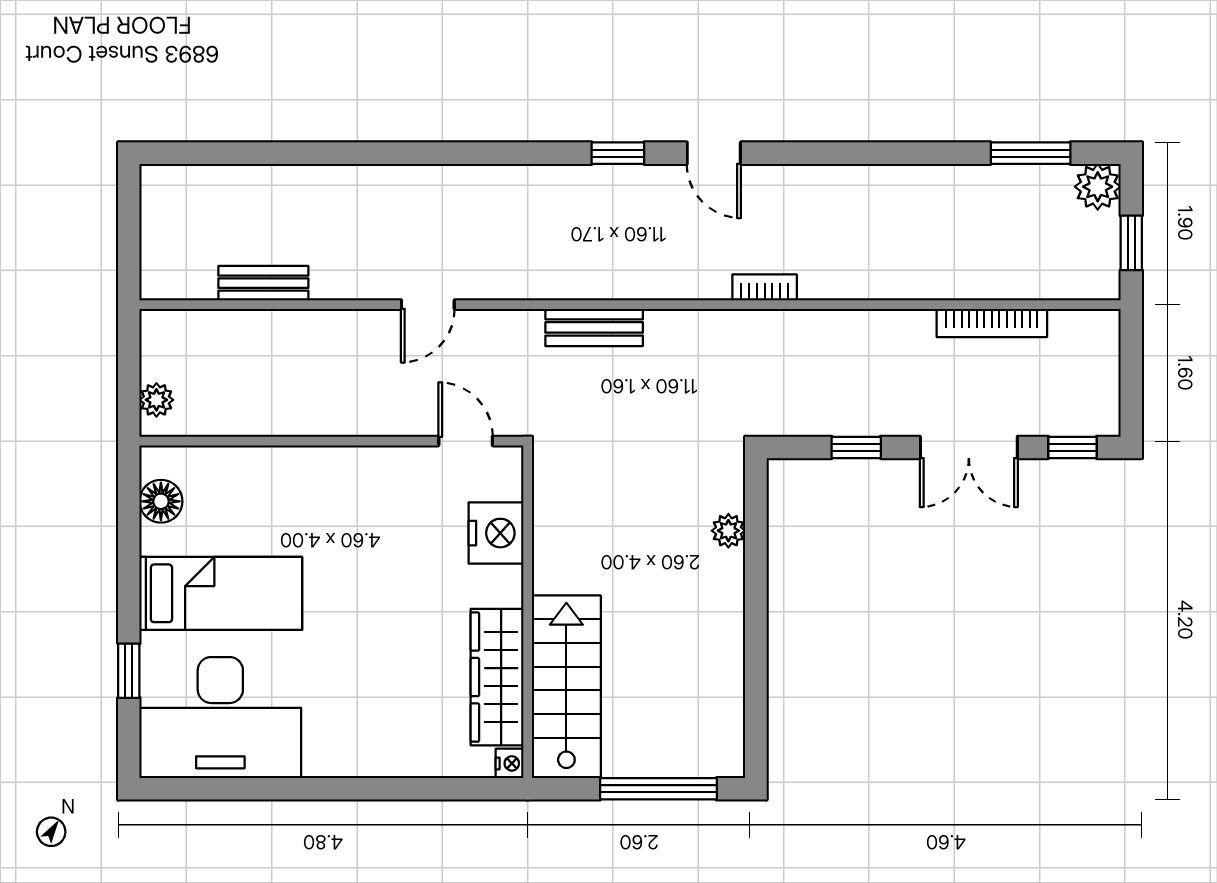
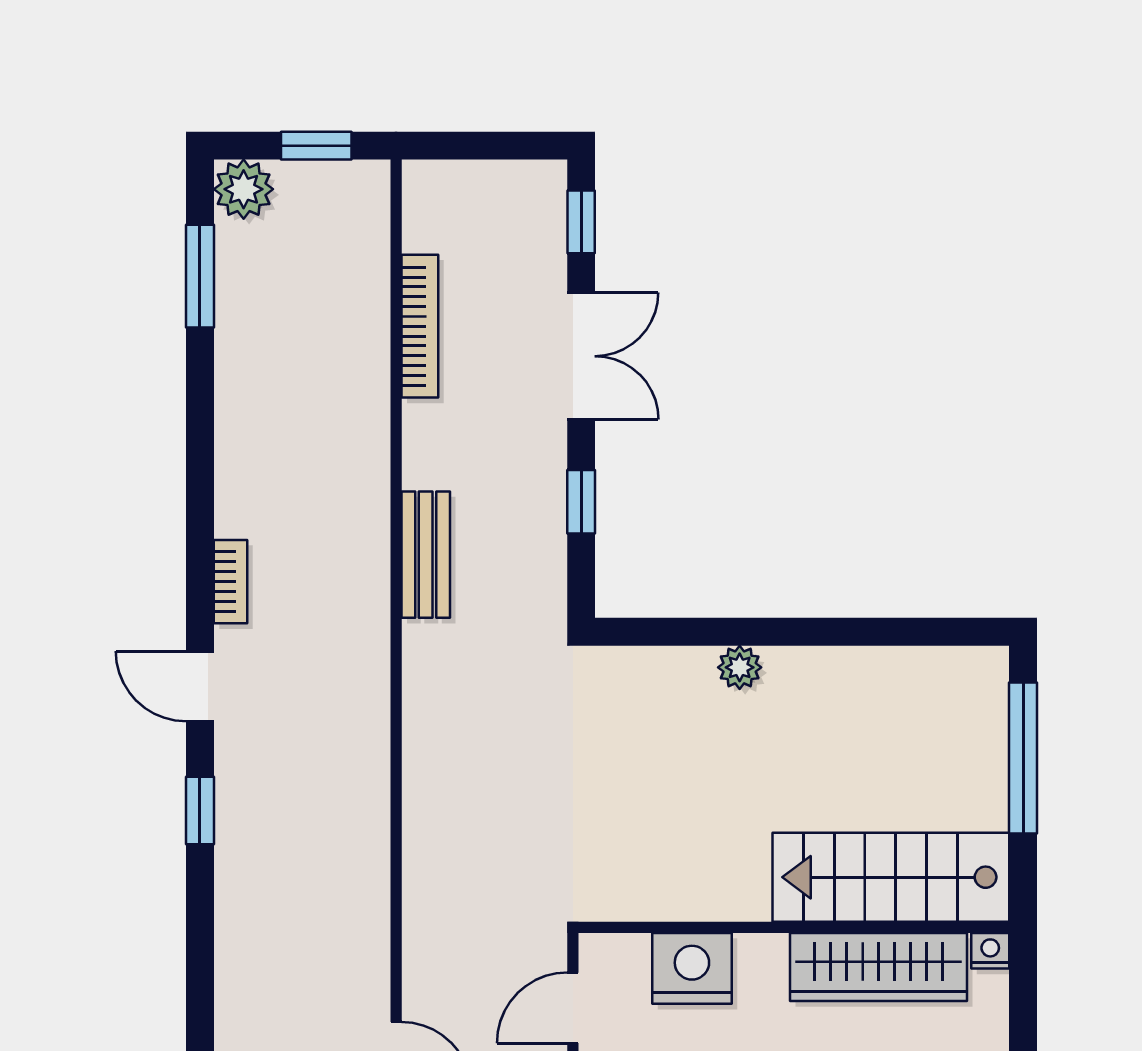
door: (714, 153) -> (200, 686), swing flipped
bookcase: (765, 287) -> (230, 582), moved, turned 180
bench: (594, 327) -> (426, 555), moved
plant: (728, 531) -> (740, 667), moved

